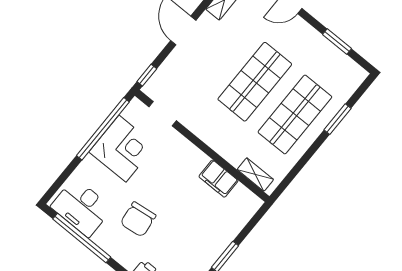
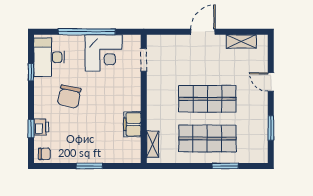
window: (147, 75) -> (159, 32), removed
window: (103, 129) -> (87, 32), moved
chair: (138, 219) -> (69, 96), turned -72
window: (82, 238) -> (31, 72), width x0.32

